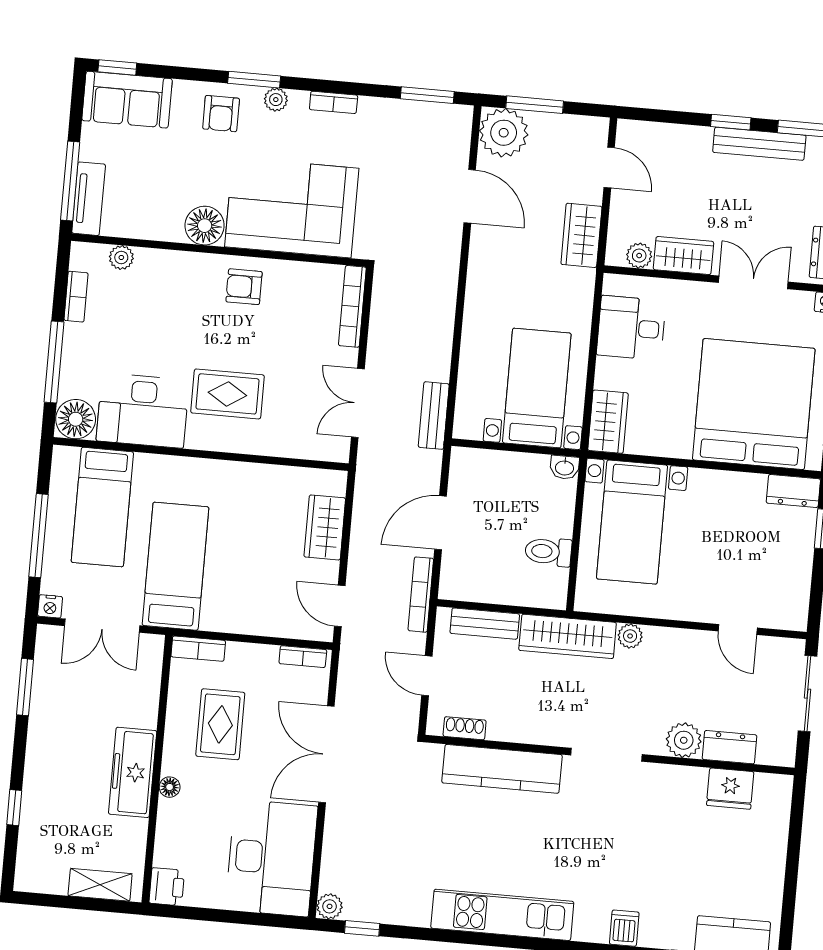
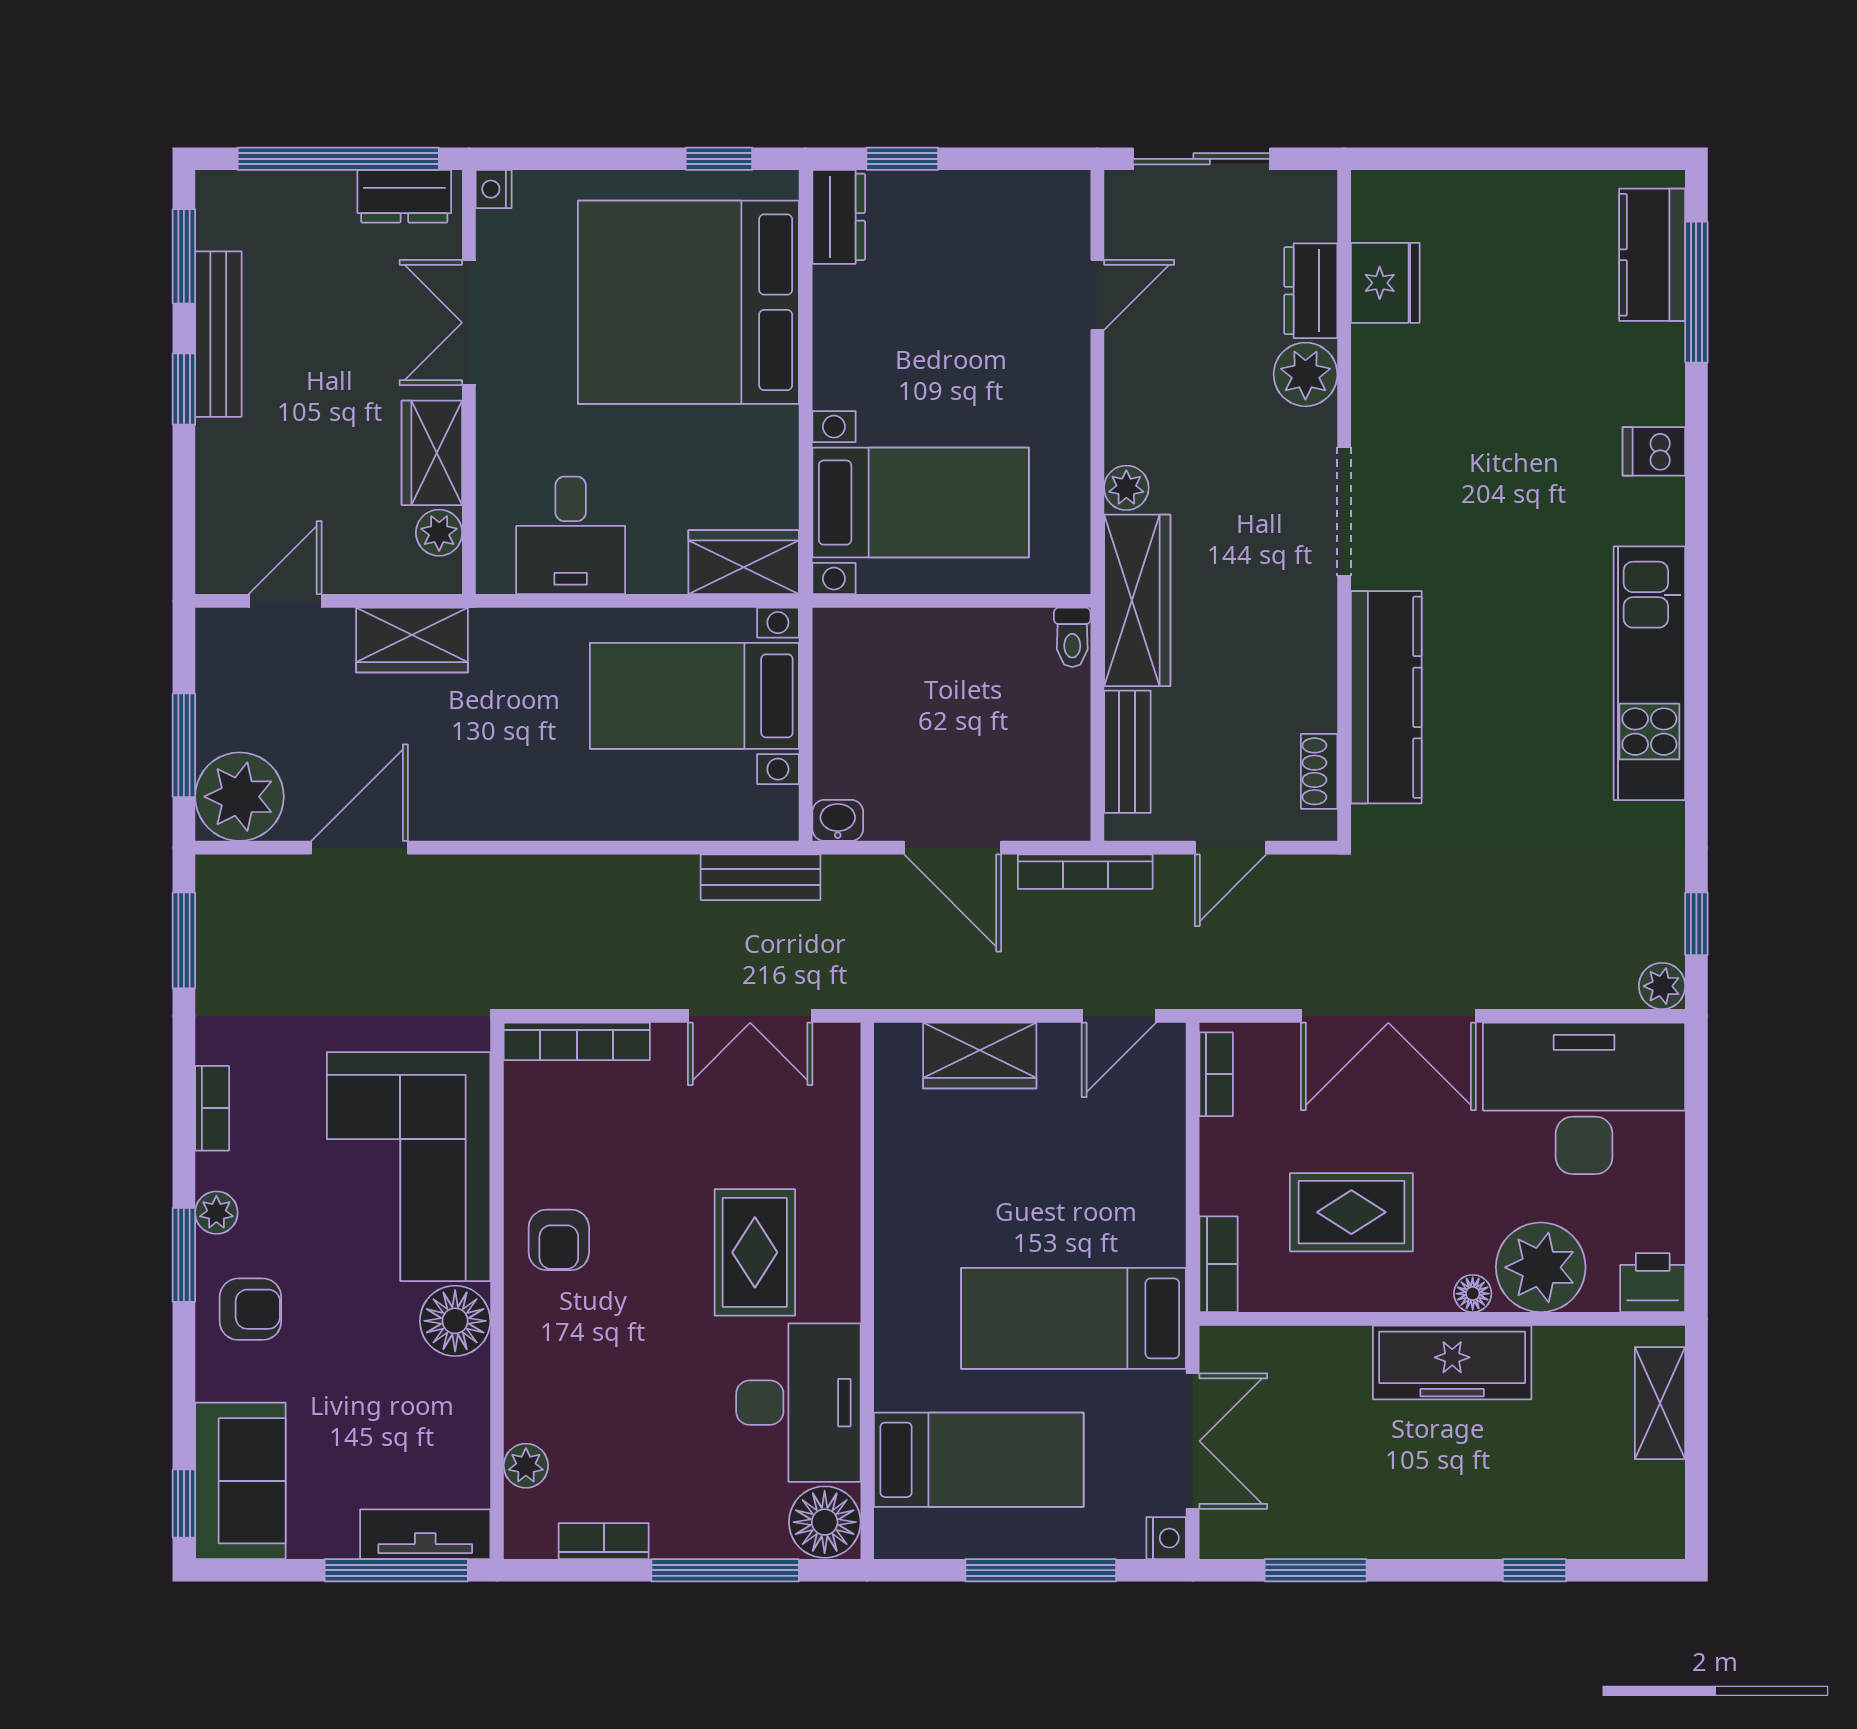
washbasin: (565, 467) -> (838, 820), moved, turned -90
toilet: (548, 552) -> (1072, 637), moved, width x0.73, depth x0.72
plant: (181, 826) -> (1541, 1267), added

